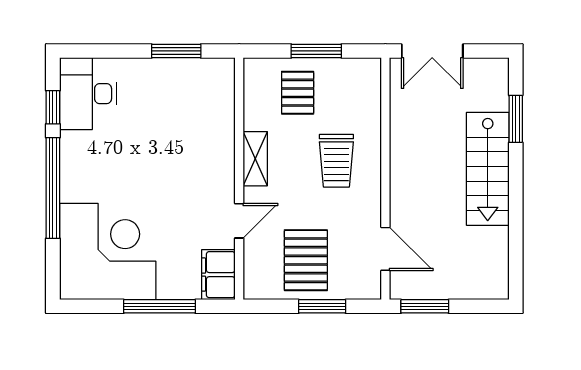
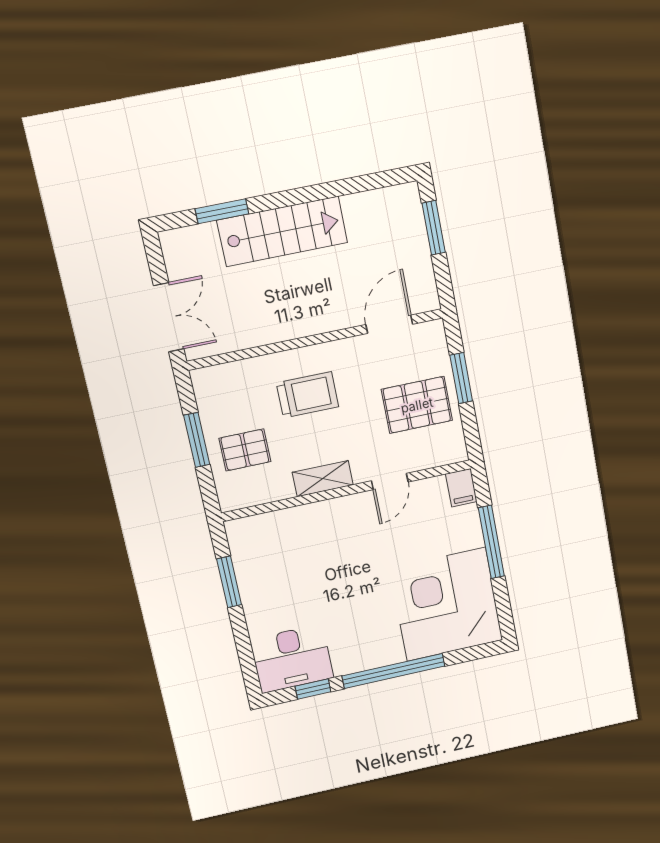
door: (239, 221) -> (390, 481), swing flipped
filing cabinet: (218, 275) -> (461, 488), width x0.50
window: (425, 306) -> (434, 228), moved

